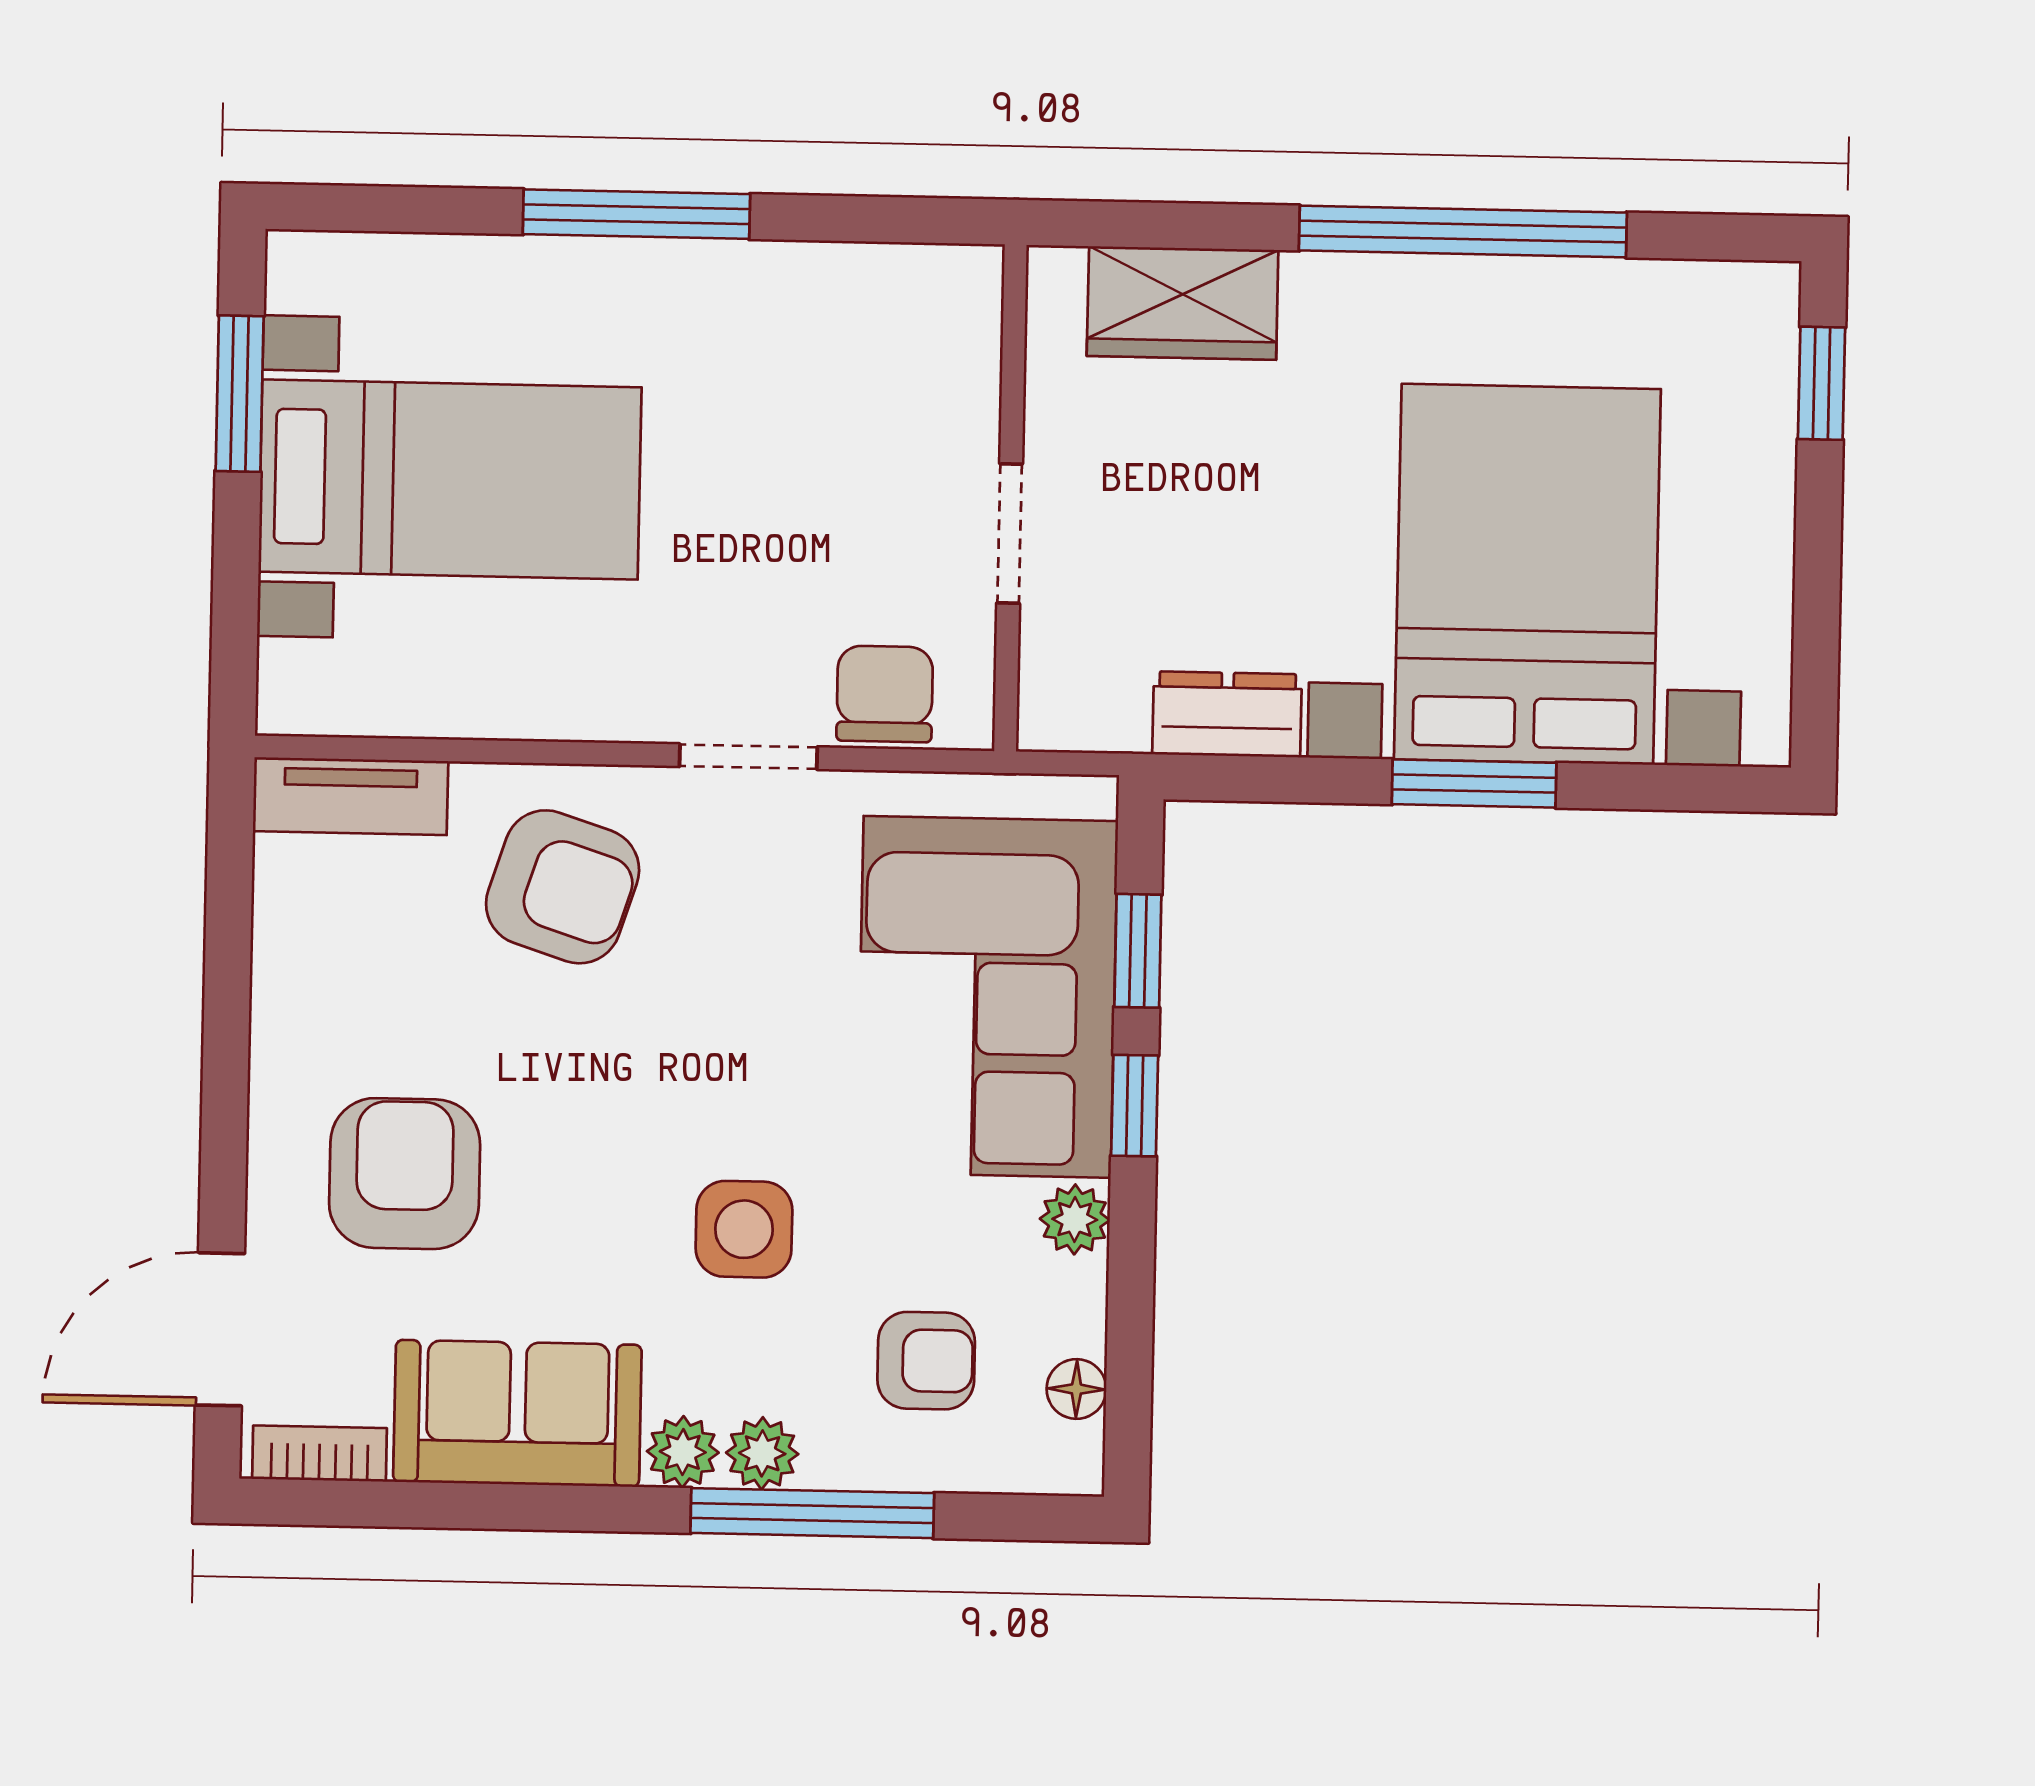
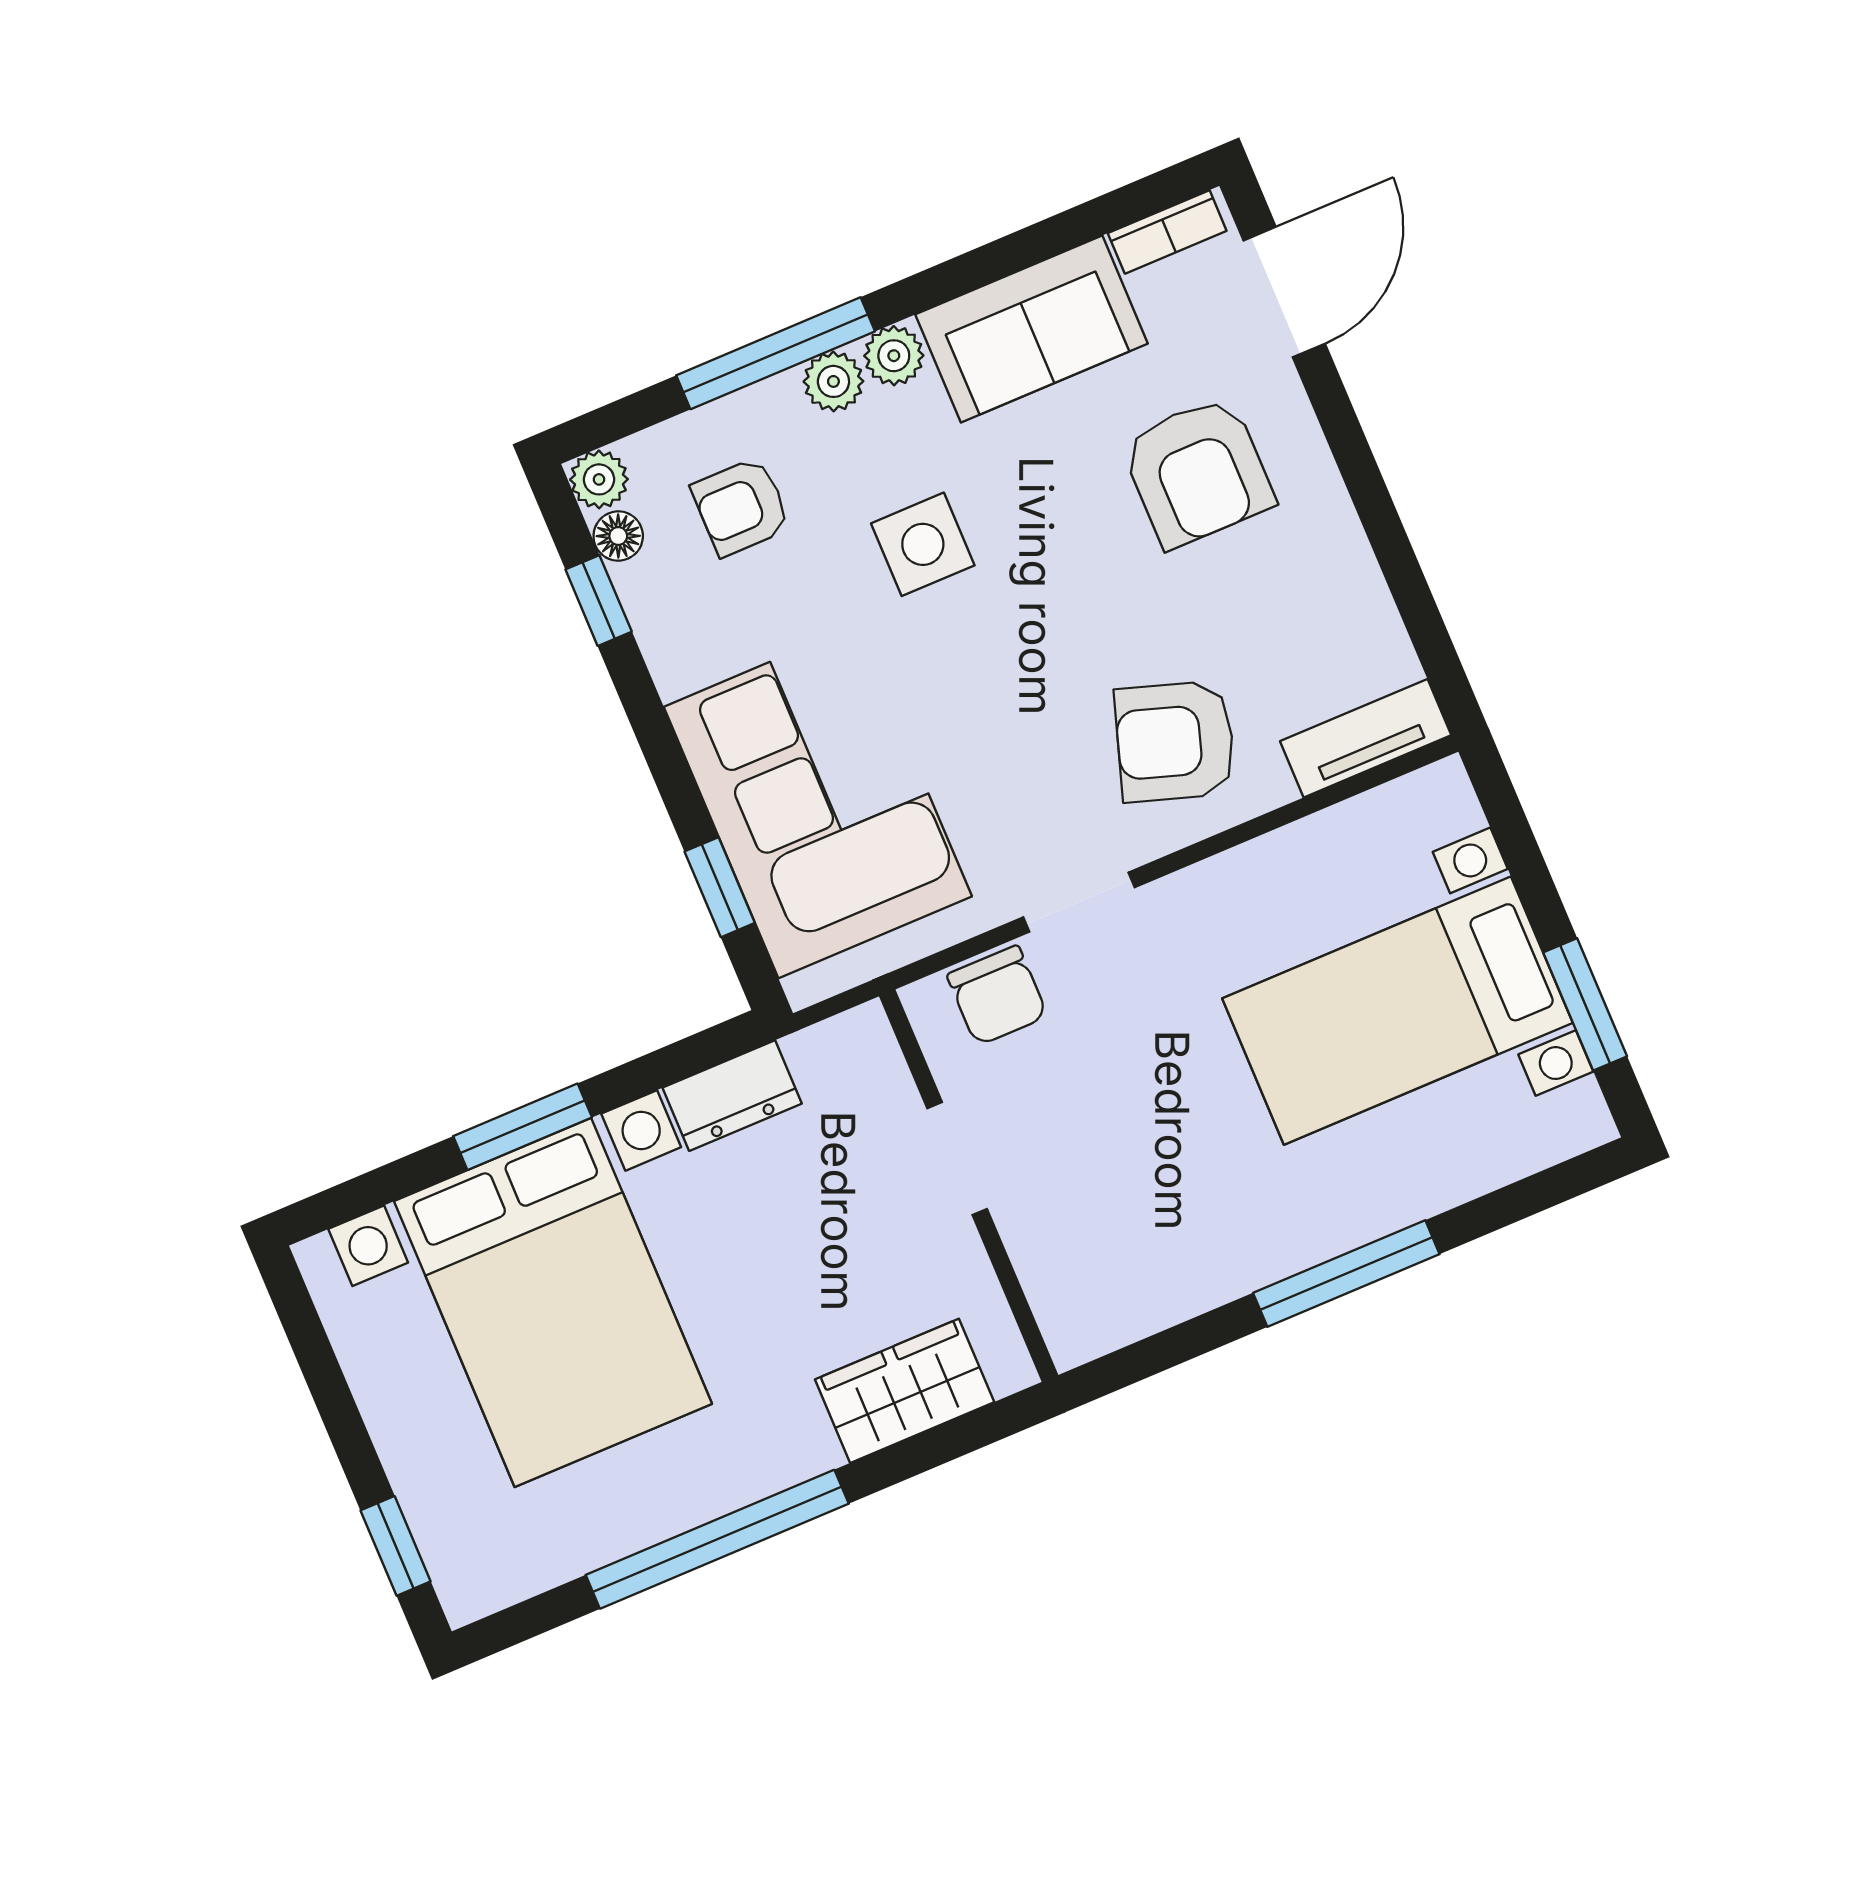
window: (1135, 1106) -> (599, 601), moved
plant: (1075, 1219) -> (599, 479), moved

